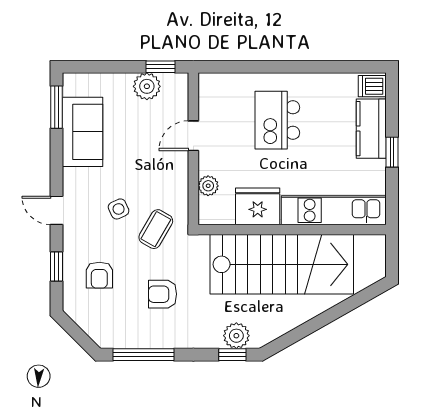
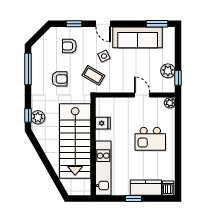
kitchen island: (277, 120) -> (150, 139), turned 180
sofa: (83, 132) -> (138, 37), width x1.36
plant: (208, 186) -> (170, 103), moved
fridge: (258, 206) -> (103, 123), width x0.53, depth x0.75
door: (57, 210) -> (103, 24), swing flipped
armchair: (163, 294) -> (60, 79), turned 90

